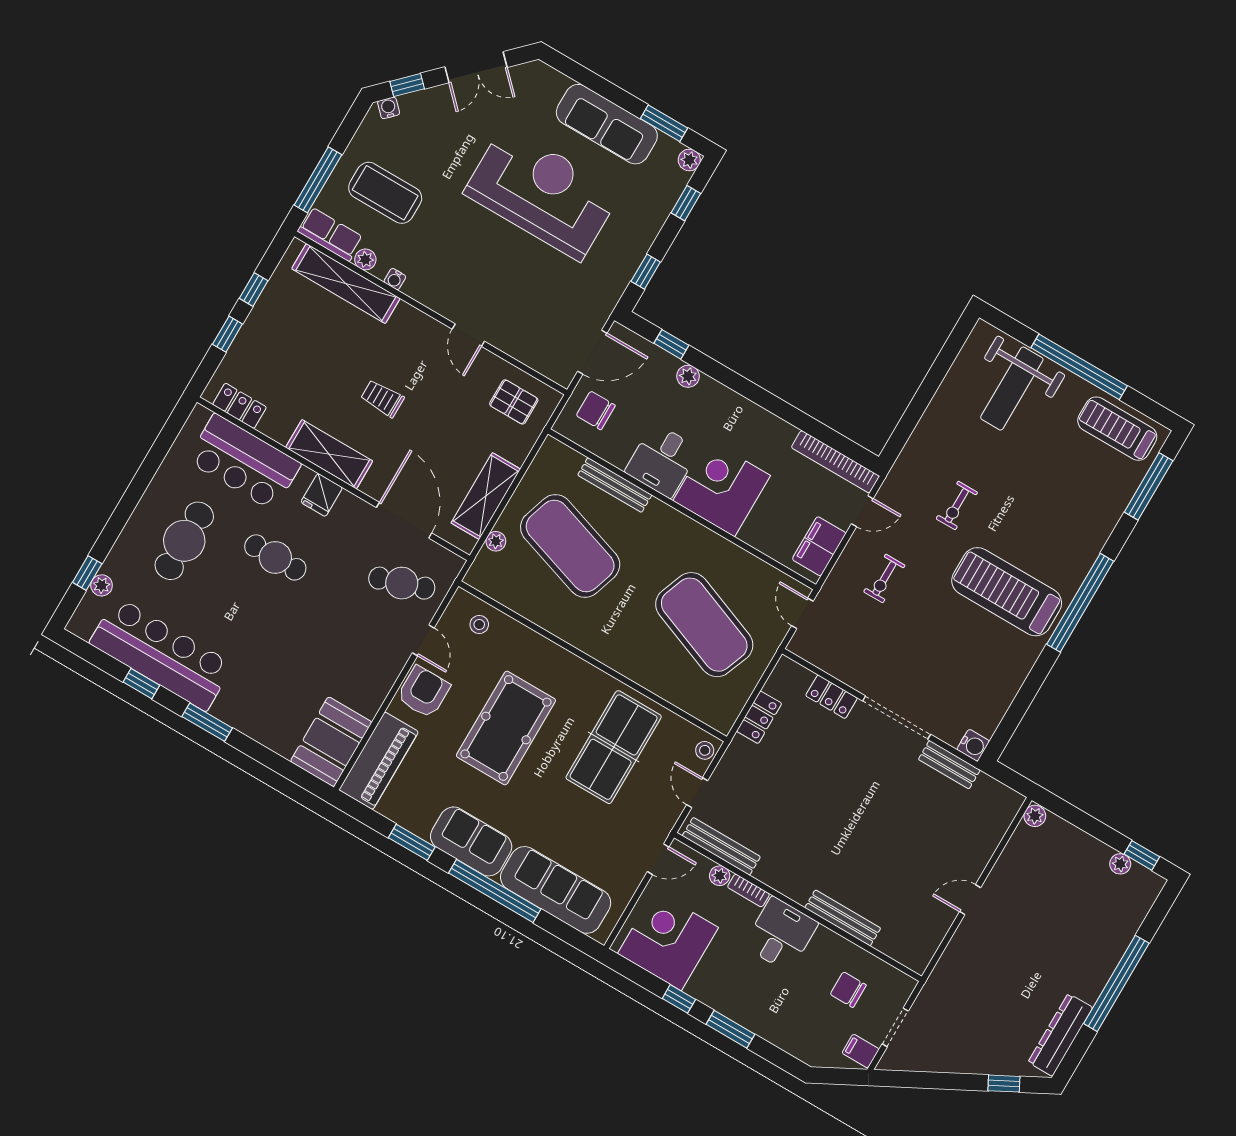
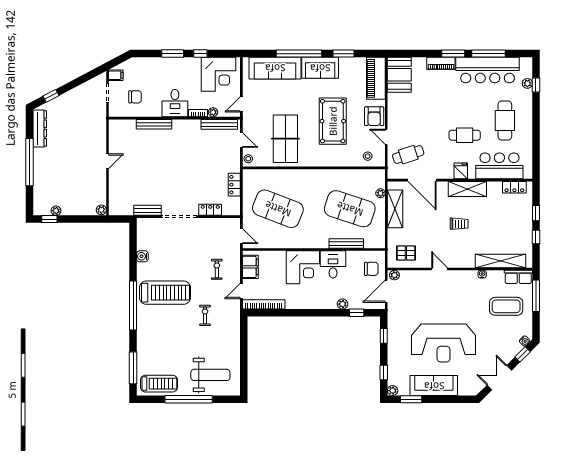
plant: (365, 259) -> (394, 275), moved
weight bench: (1012, 389) -> (210, 375), turned 90
window: (141, 684) -> (489, 54), width x2.17
piano: (241, 717) -> (441, 63), added
water cooler: (973, 745) -> (142, 256), moved

